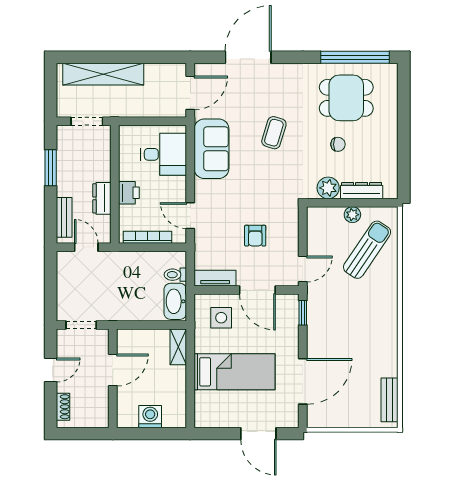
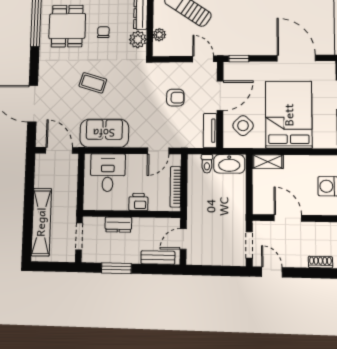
dresser: (102, 198) -> (118, 225), moved
plant: (352, 215) -> (159, 35), moved
side table: (221, 318) -> (243, 126), turned 45
door: (51, 370) -> (272, 272), moved
bed: (234, 372) -> (289, 115), width x1.50

